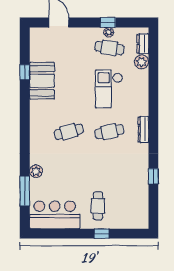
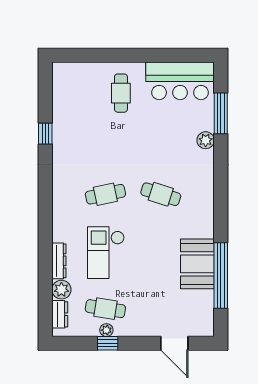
window: (25, 72) -> (221, 275), width x3.17
checkout: (109, 89) -> (106, 253), turned 180
dresser: (143, 130) -> (59, 261), moved
cafe table: (69, 132) -> (161, 194), turned 33
window: (102, 234) -> (116, 55), removed

